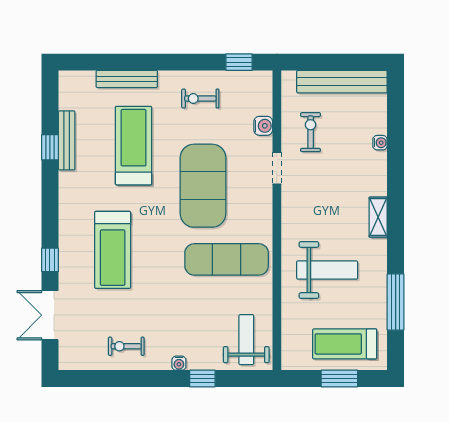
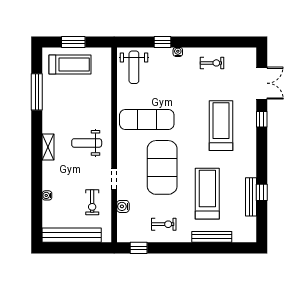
treadmill: (134, 146) -> (207, 194), turned 180
weight bench: (327, 270) -> (87, 143), moved, width x0.73, depth x0.75

